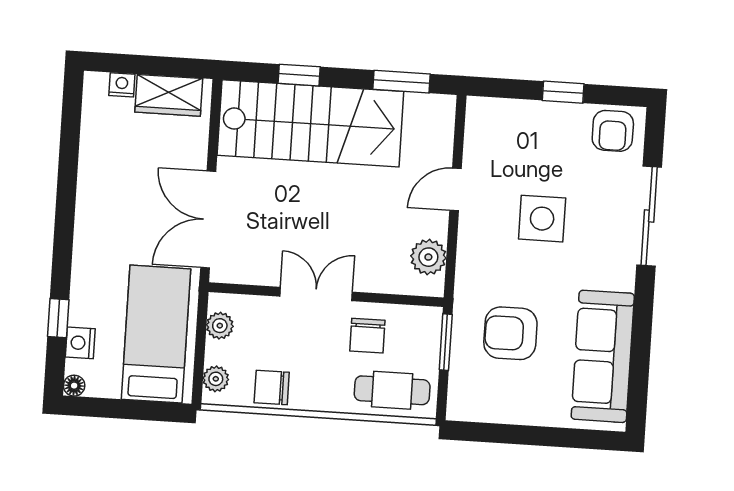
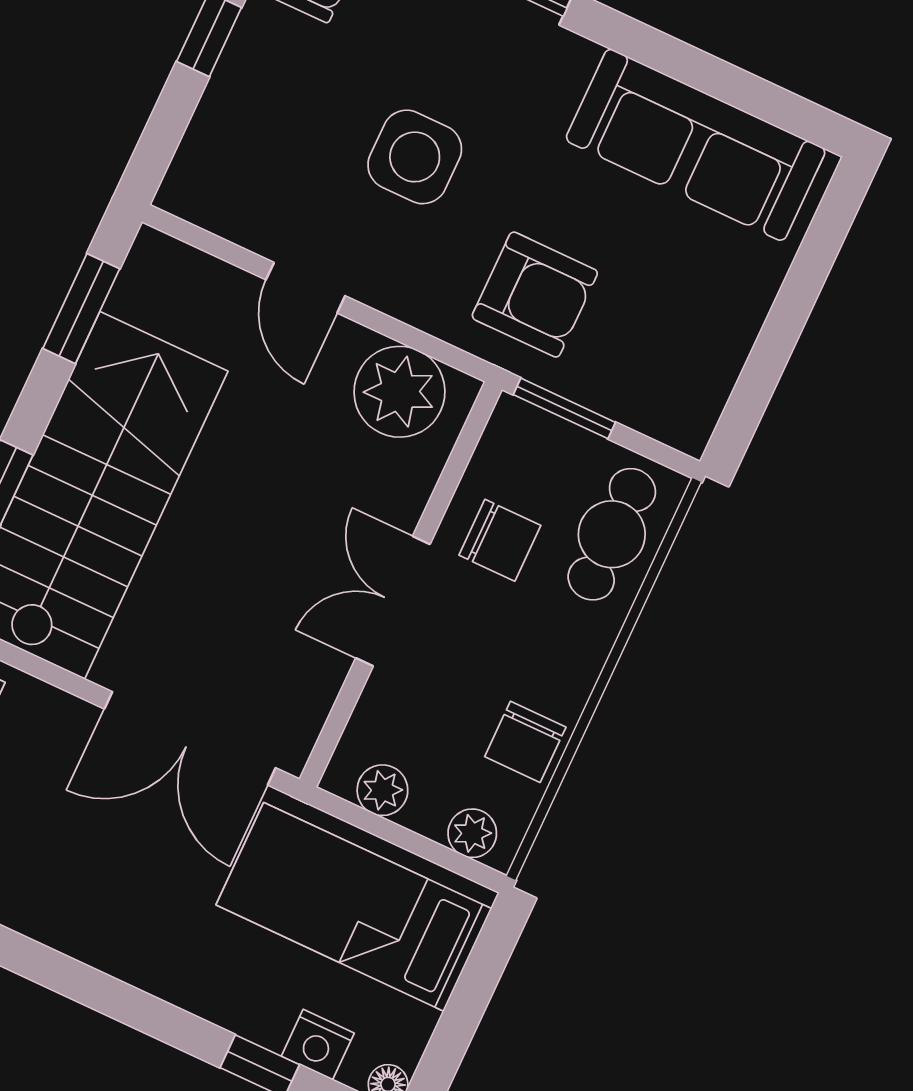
plant: (428, 257) -> (399, 392), width x1.36, depth x1.36
armchair: (510, 333) -> (535, 295), moved, turned -90

